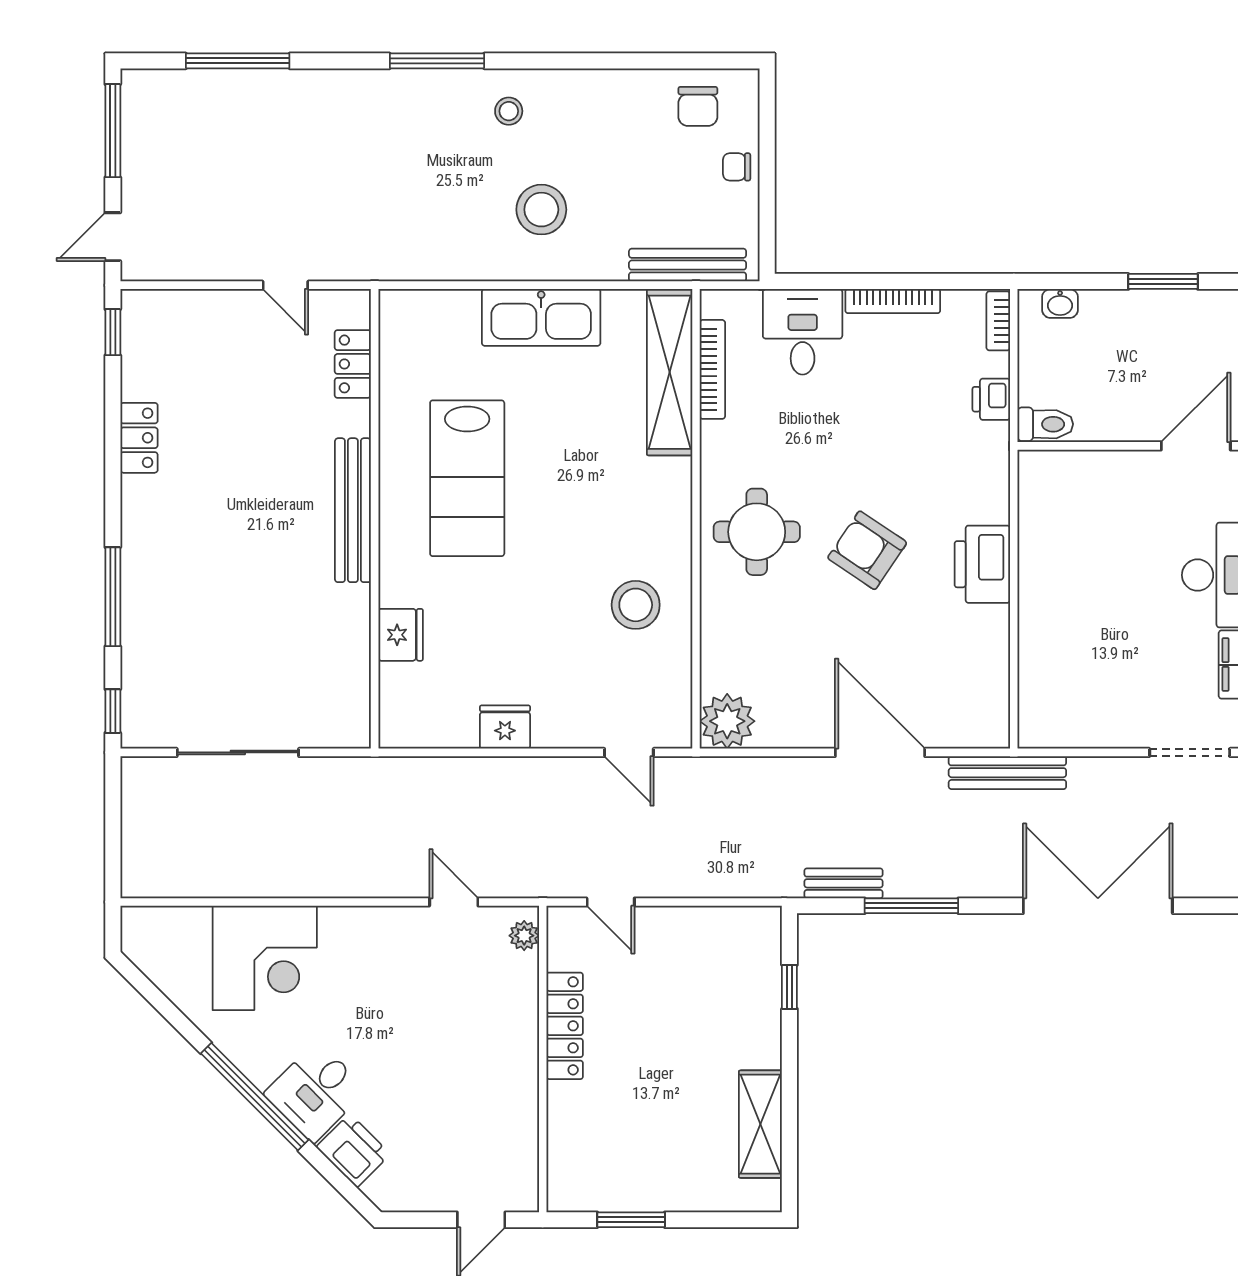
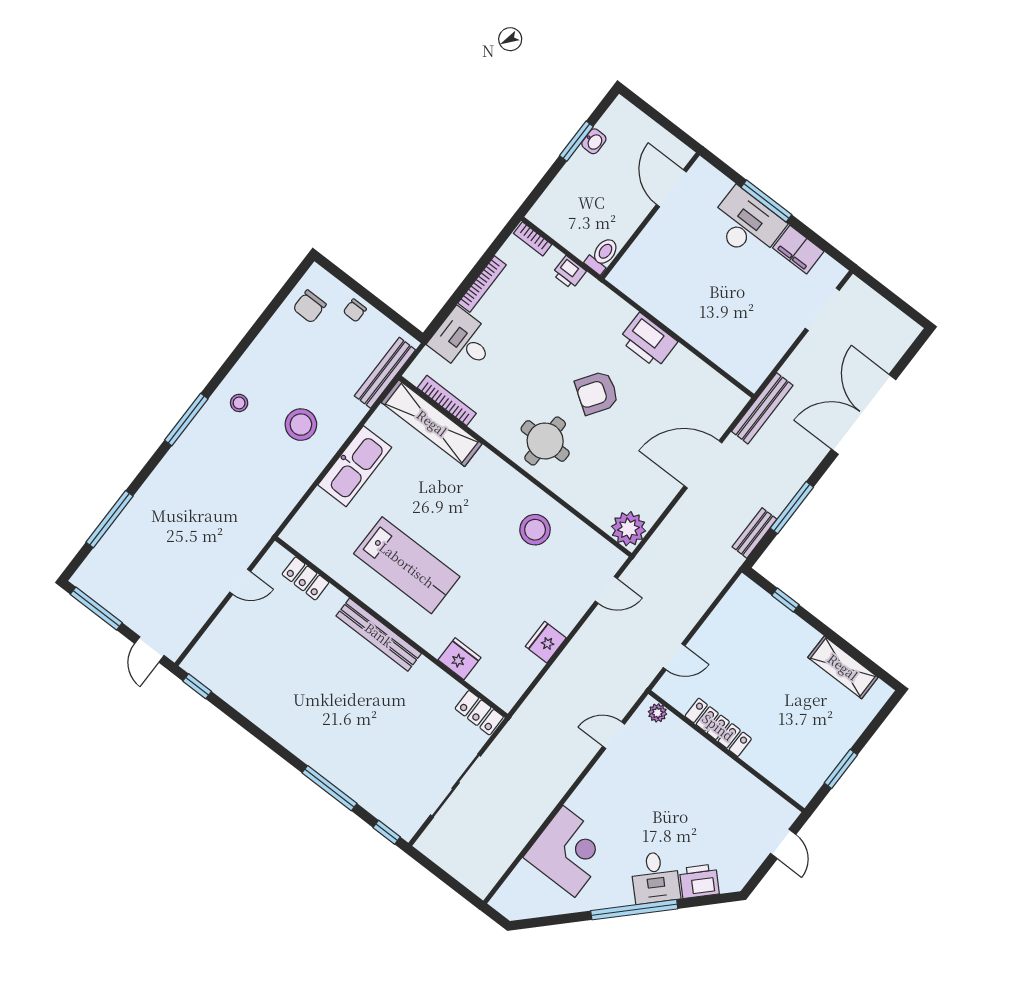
chair: (698, 106) -> (310, 306), turned 90
washbasin: (1060, 303) -> (594, 141), moved
locker: (139, 438) -> (479, 713), moved, turned 180

